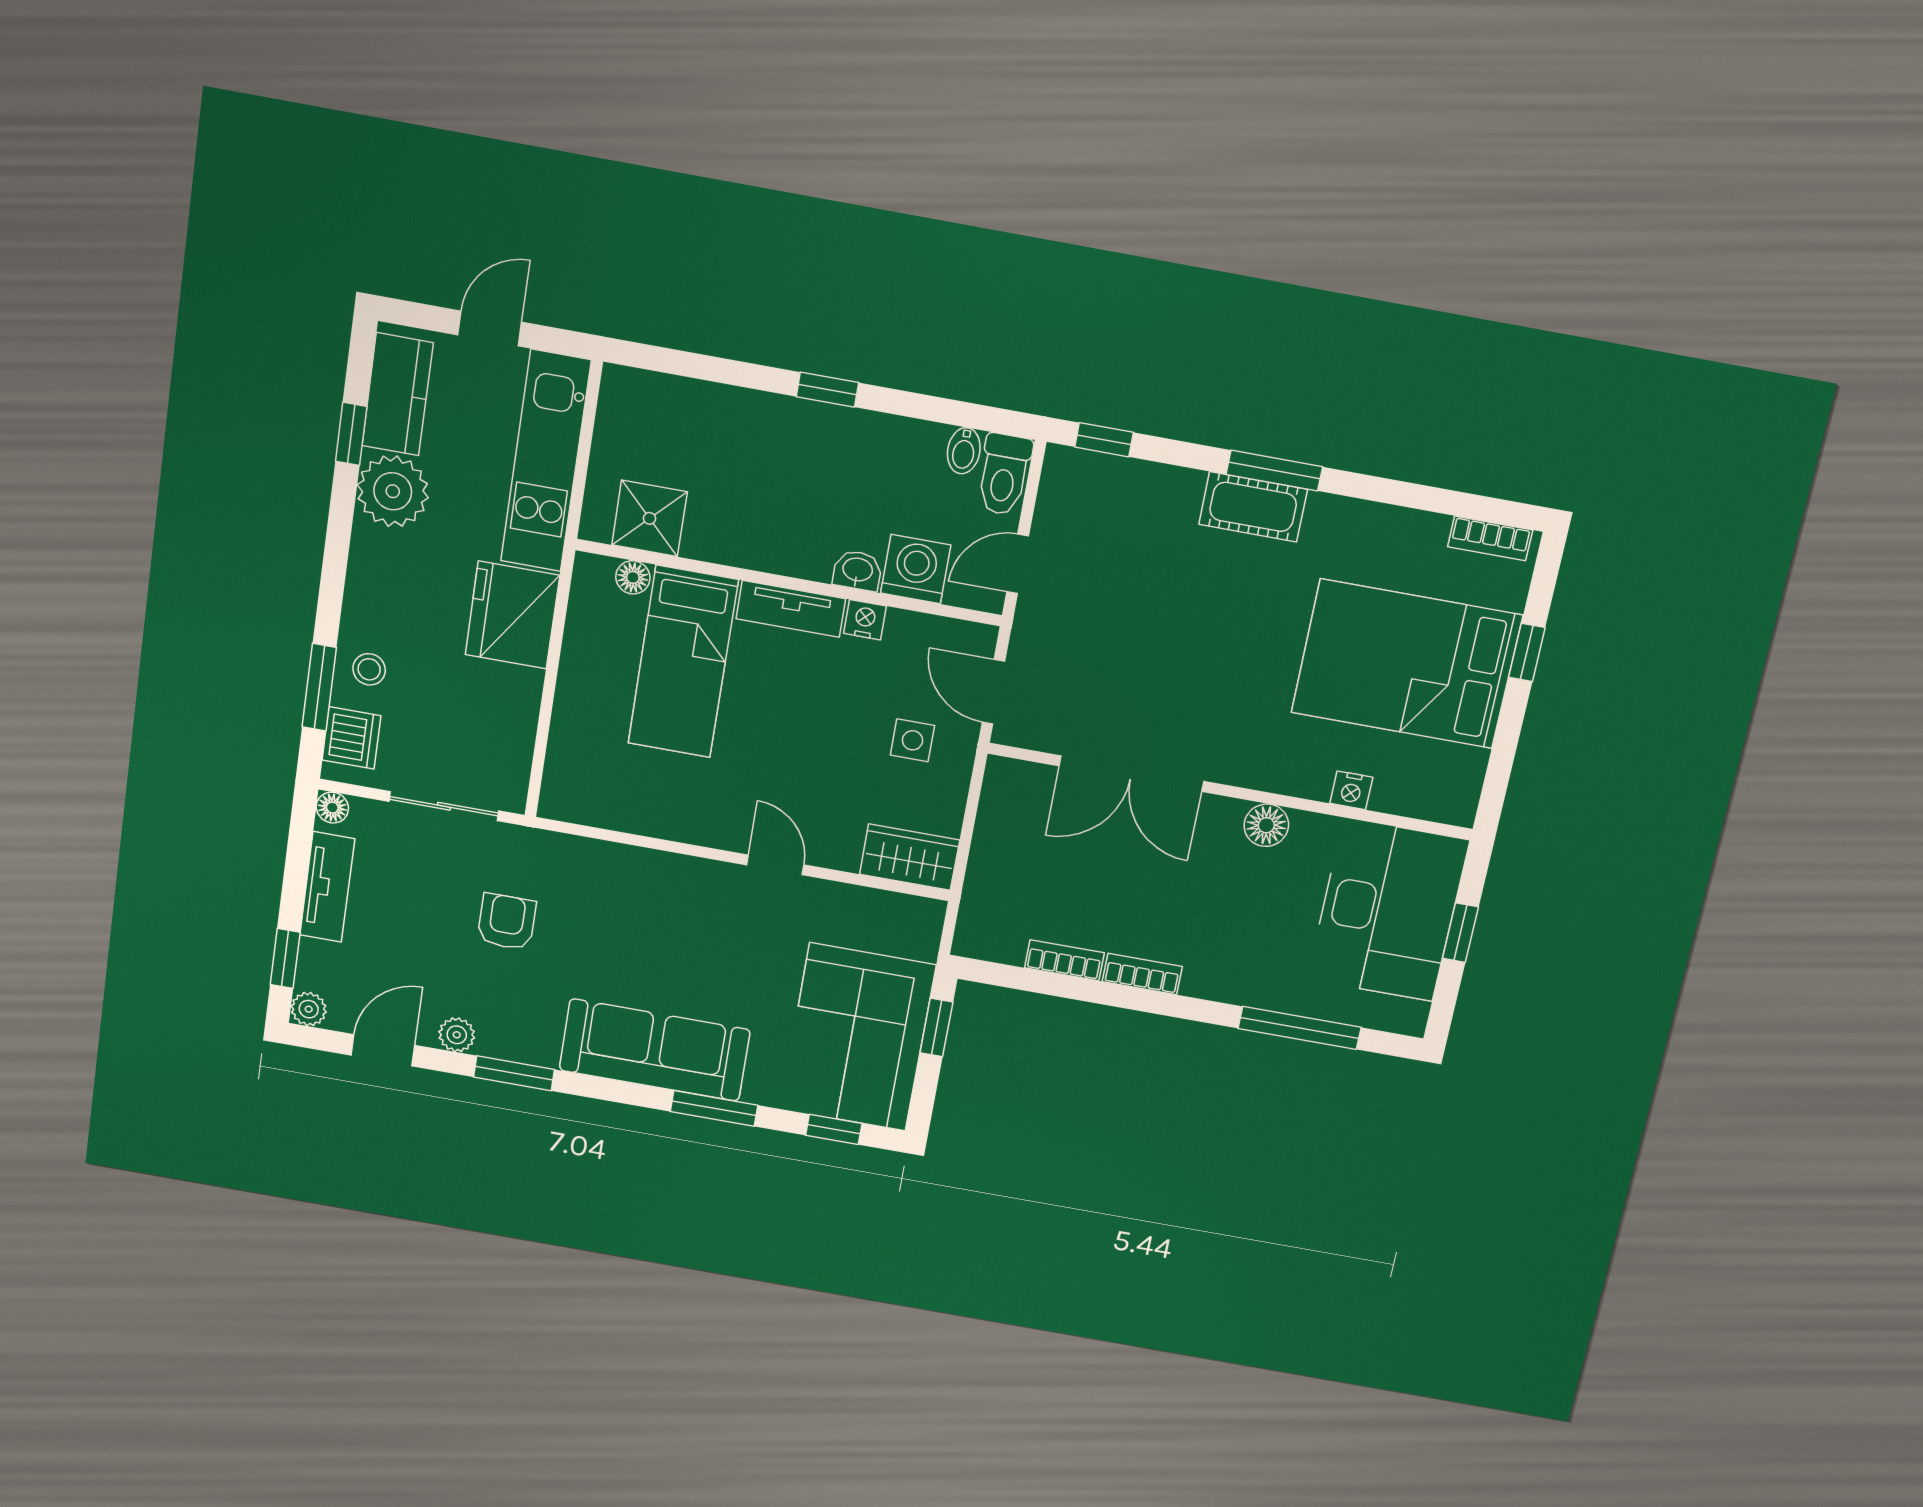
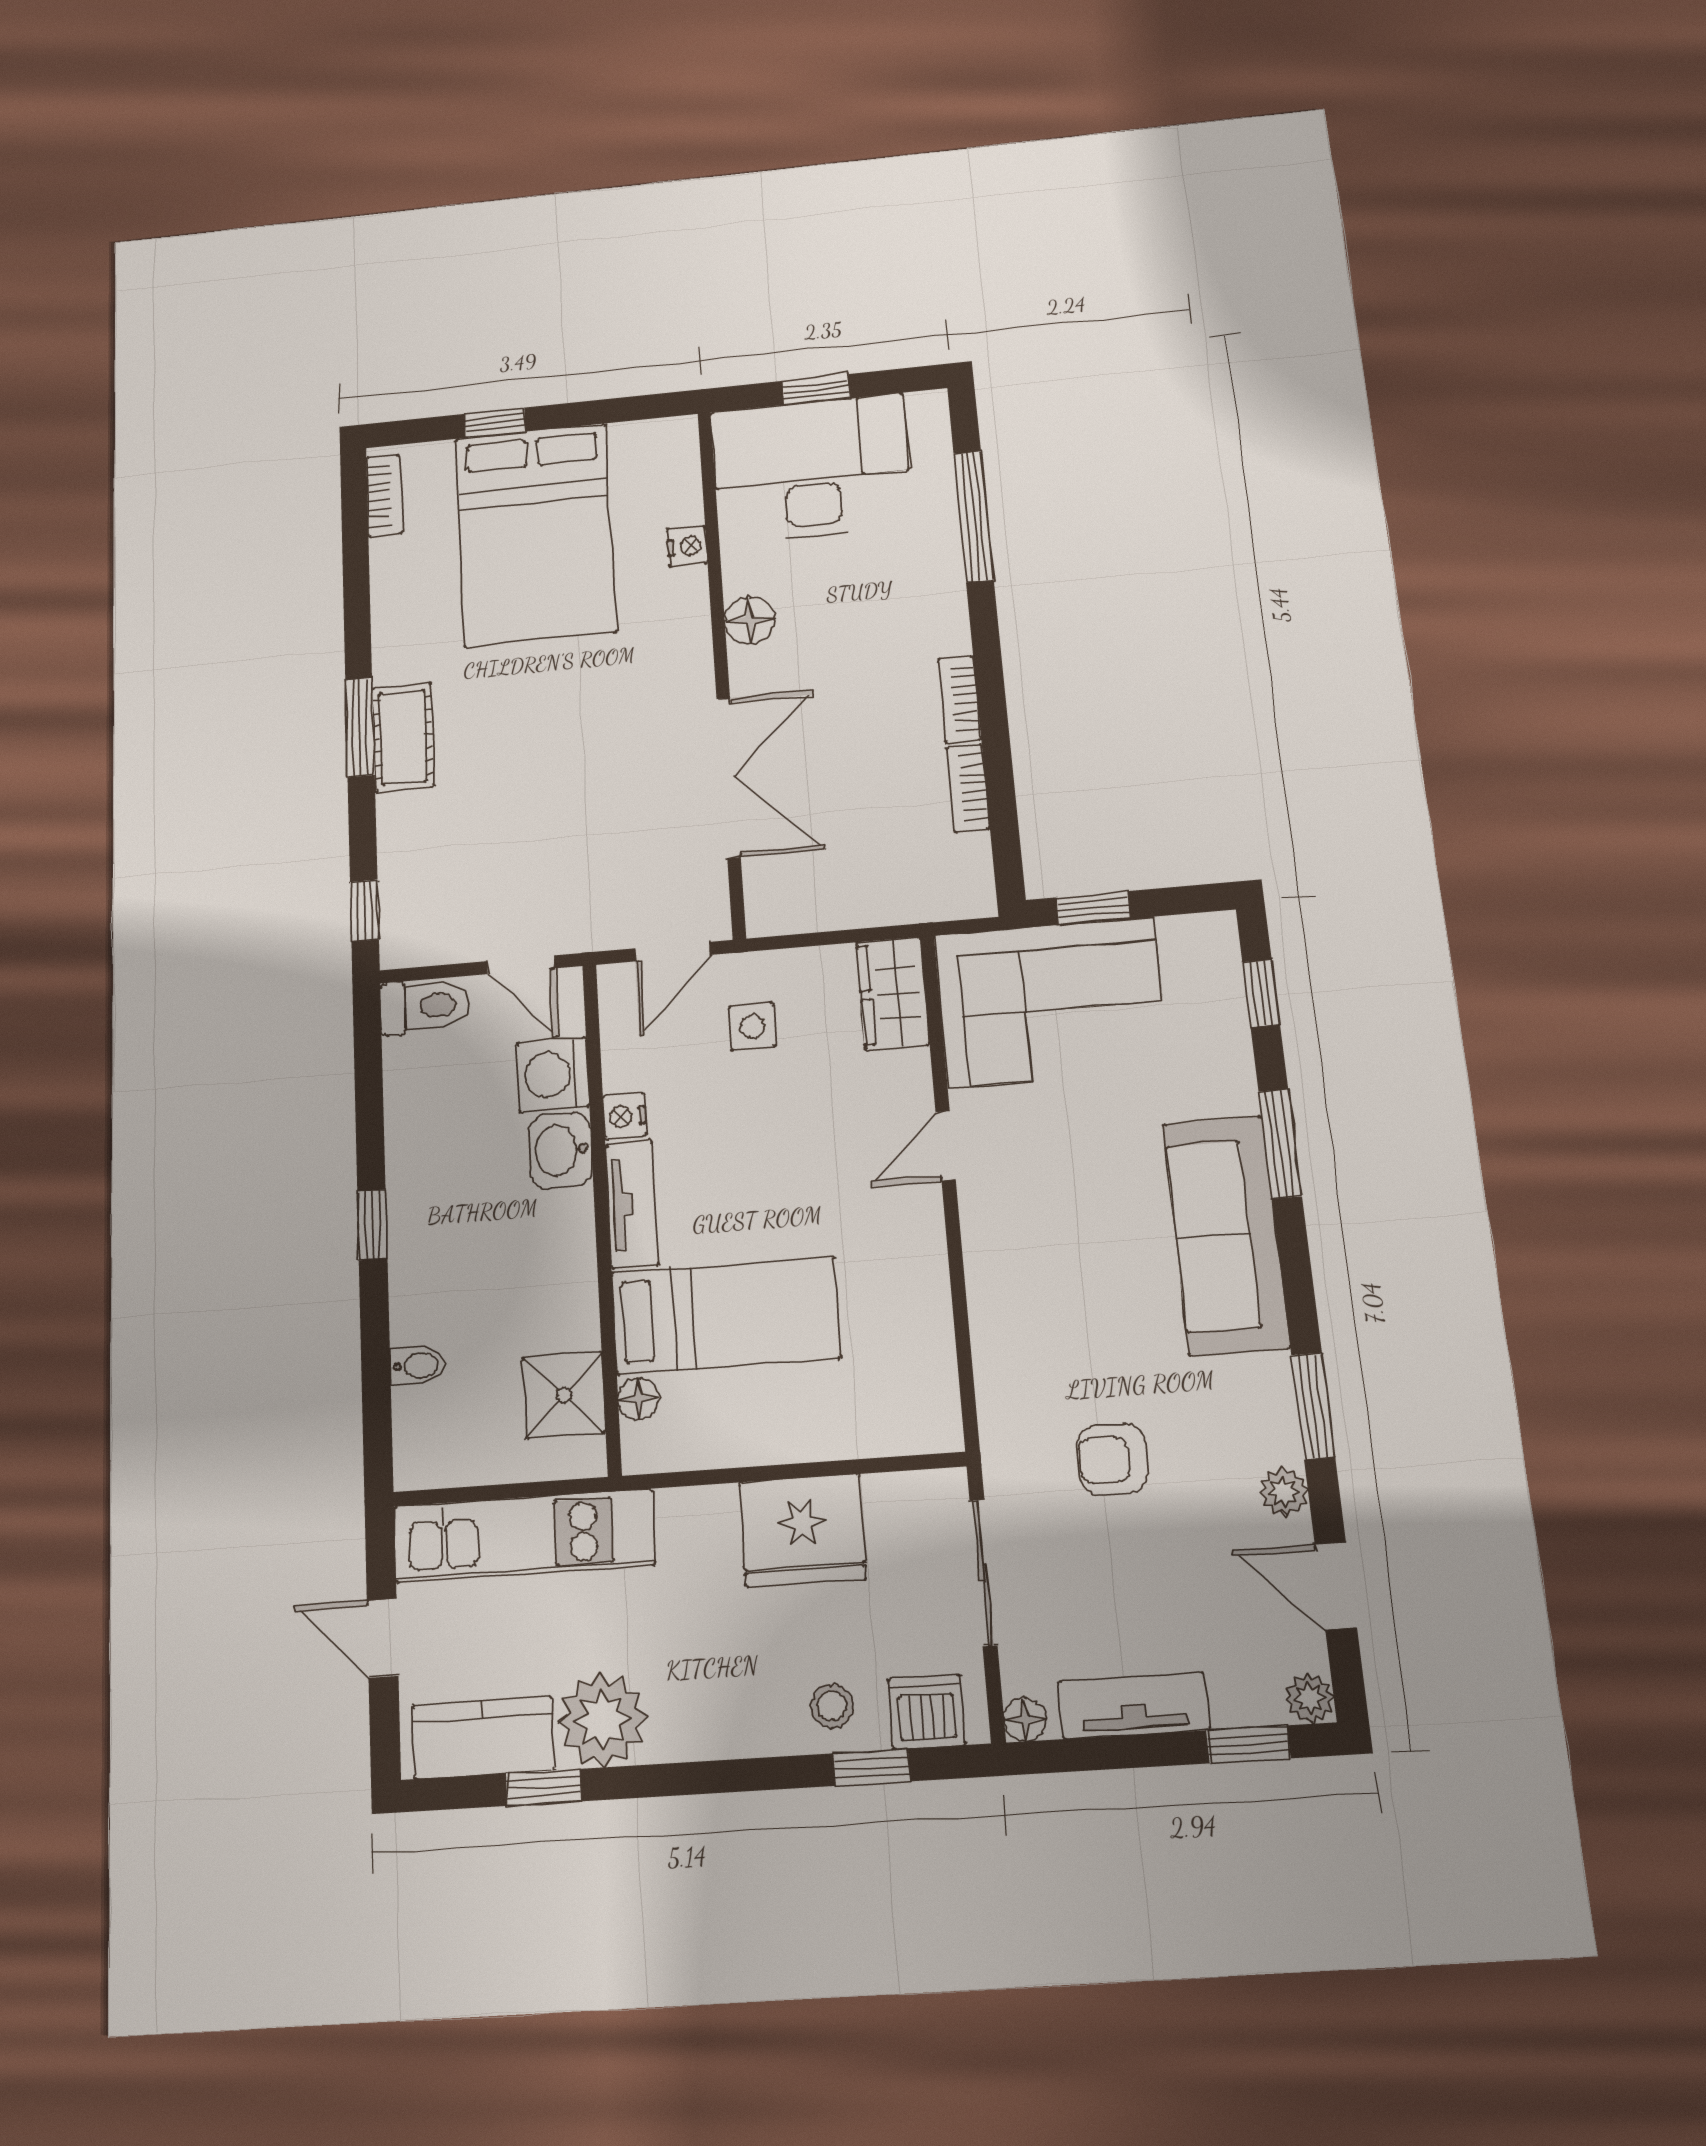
bidet: (964, 451) -> (417, 1365), moved
washbasin: (857, 571) -> (560, 1150), width x1.38, depth x1.45
fridge: (512, 615) -> (803, 1531), moved
window: (319, 687) -> (872, 1767), width x0.67
corner sofa: (858, 1037) -> (1051, 1002), moved

